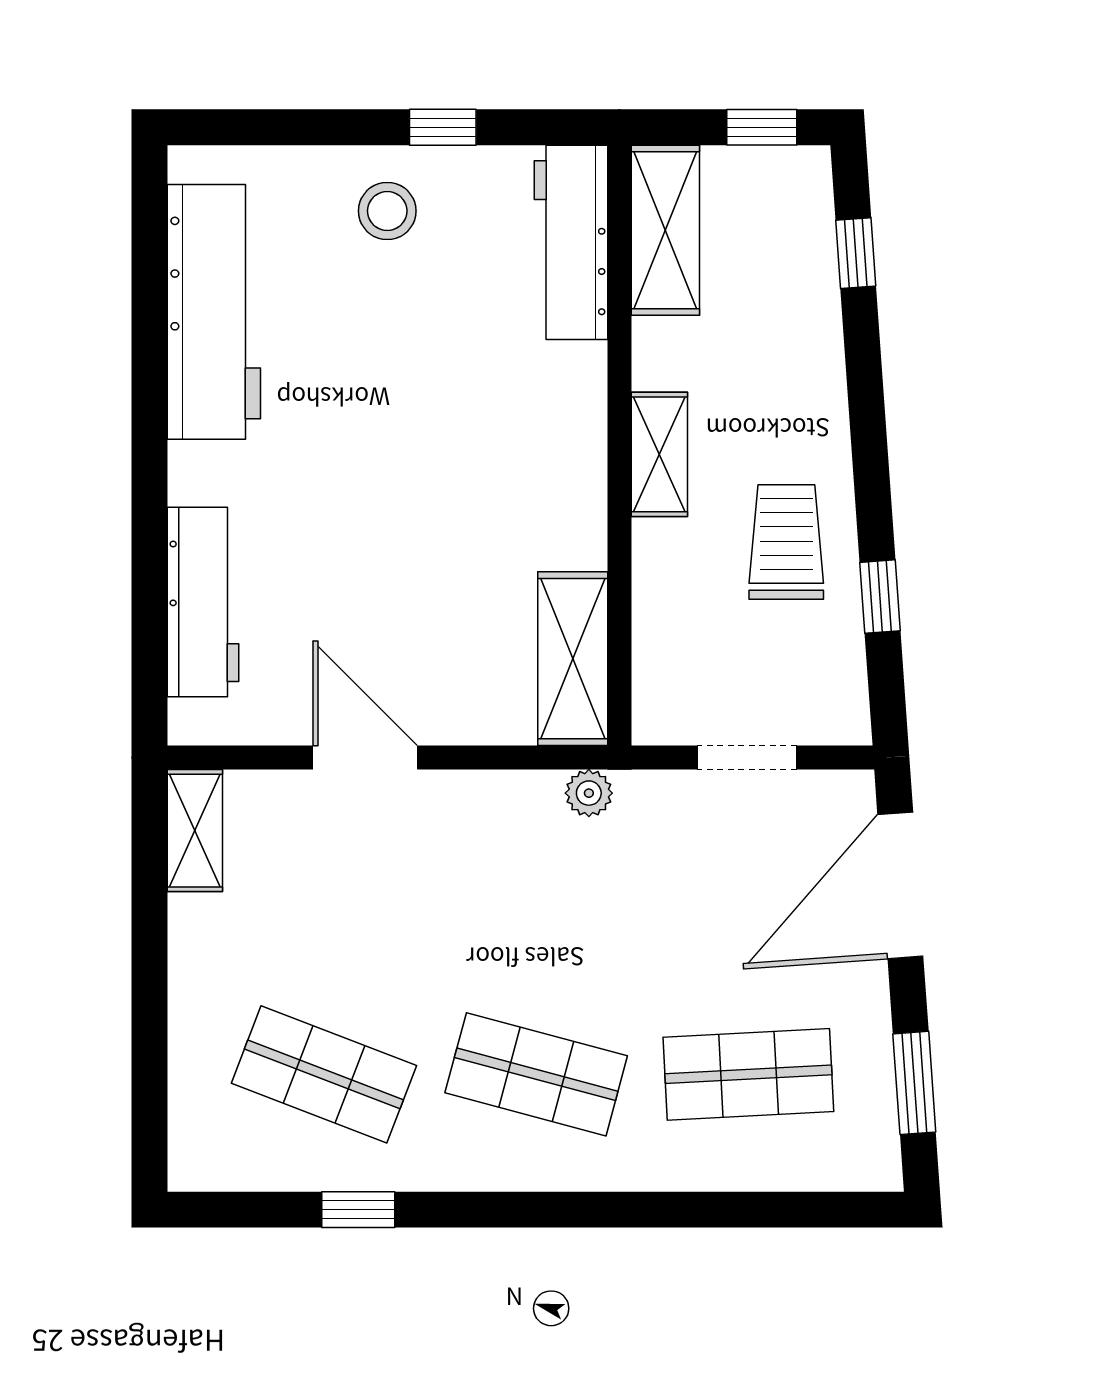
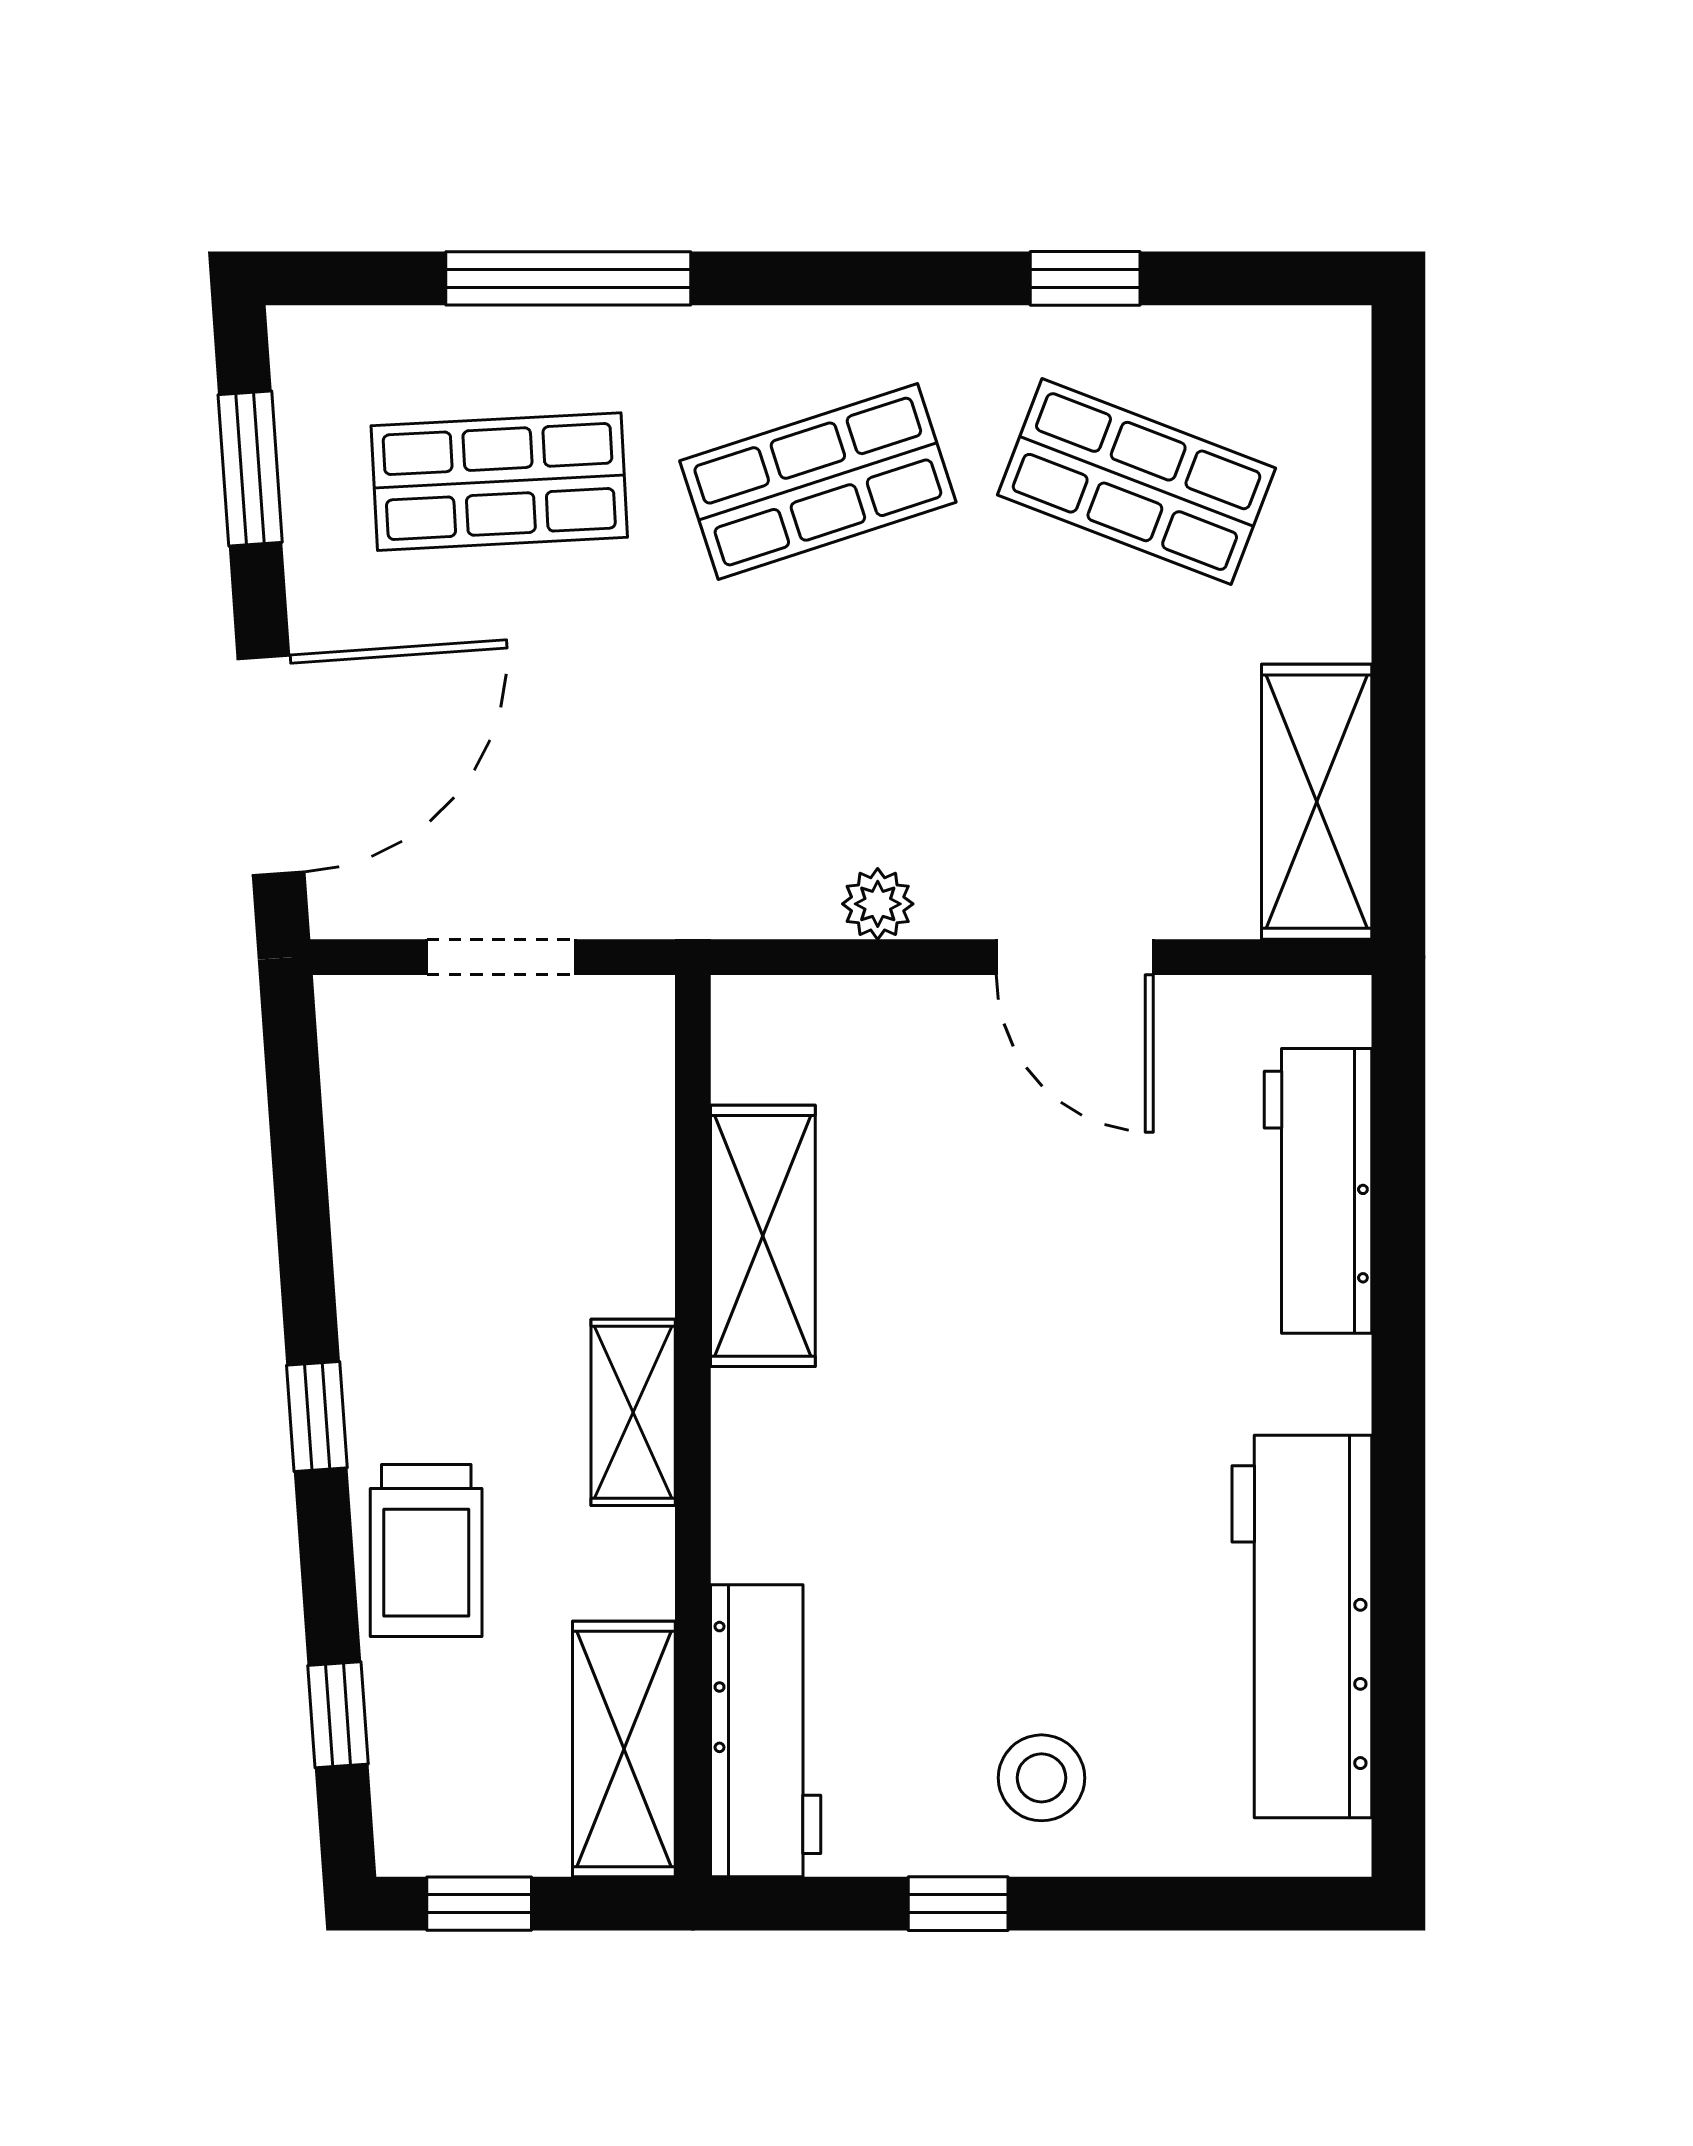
trolley: (786, 542) -> (426, 1551), moved
window: (880, 597) -> (317, 1417), moved
shelving: (573, 659) -> (763, 1236), moved
plant: (589, 793) -> (878, 904), moved
shelving: (195, 831) -> (1317, 802), width x1.50, depth x1.33
shop shelf: (536, 1074) -> (818, 482), turned -33
window: (702, 1210) -> (568, 278), added

